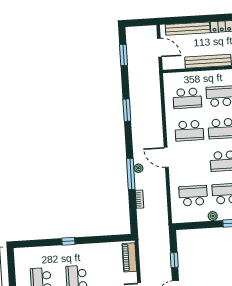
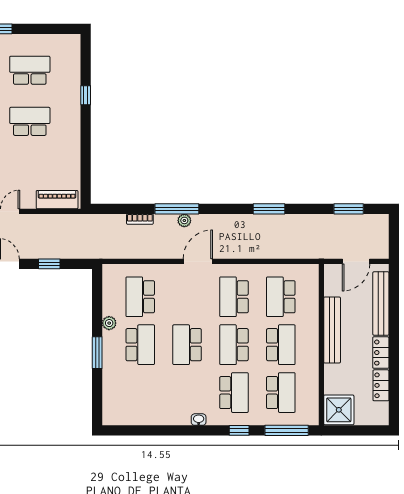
school desk: (193, 196) -> (140, 297), turned 180
window: (68, 241) -> (86, 95), moved

